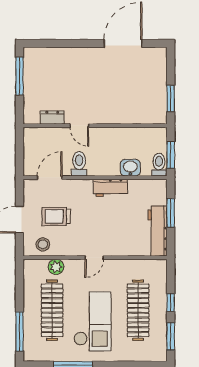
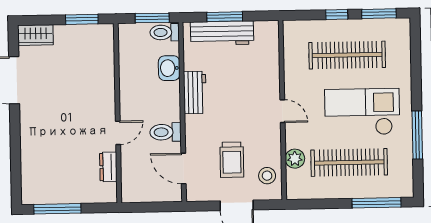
wardrobe: (159, 61) -> (35, 35), added
workbench: (158, 231) -> (222, 33), moved

